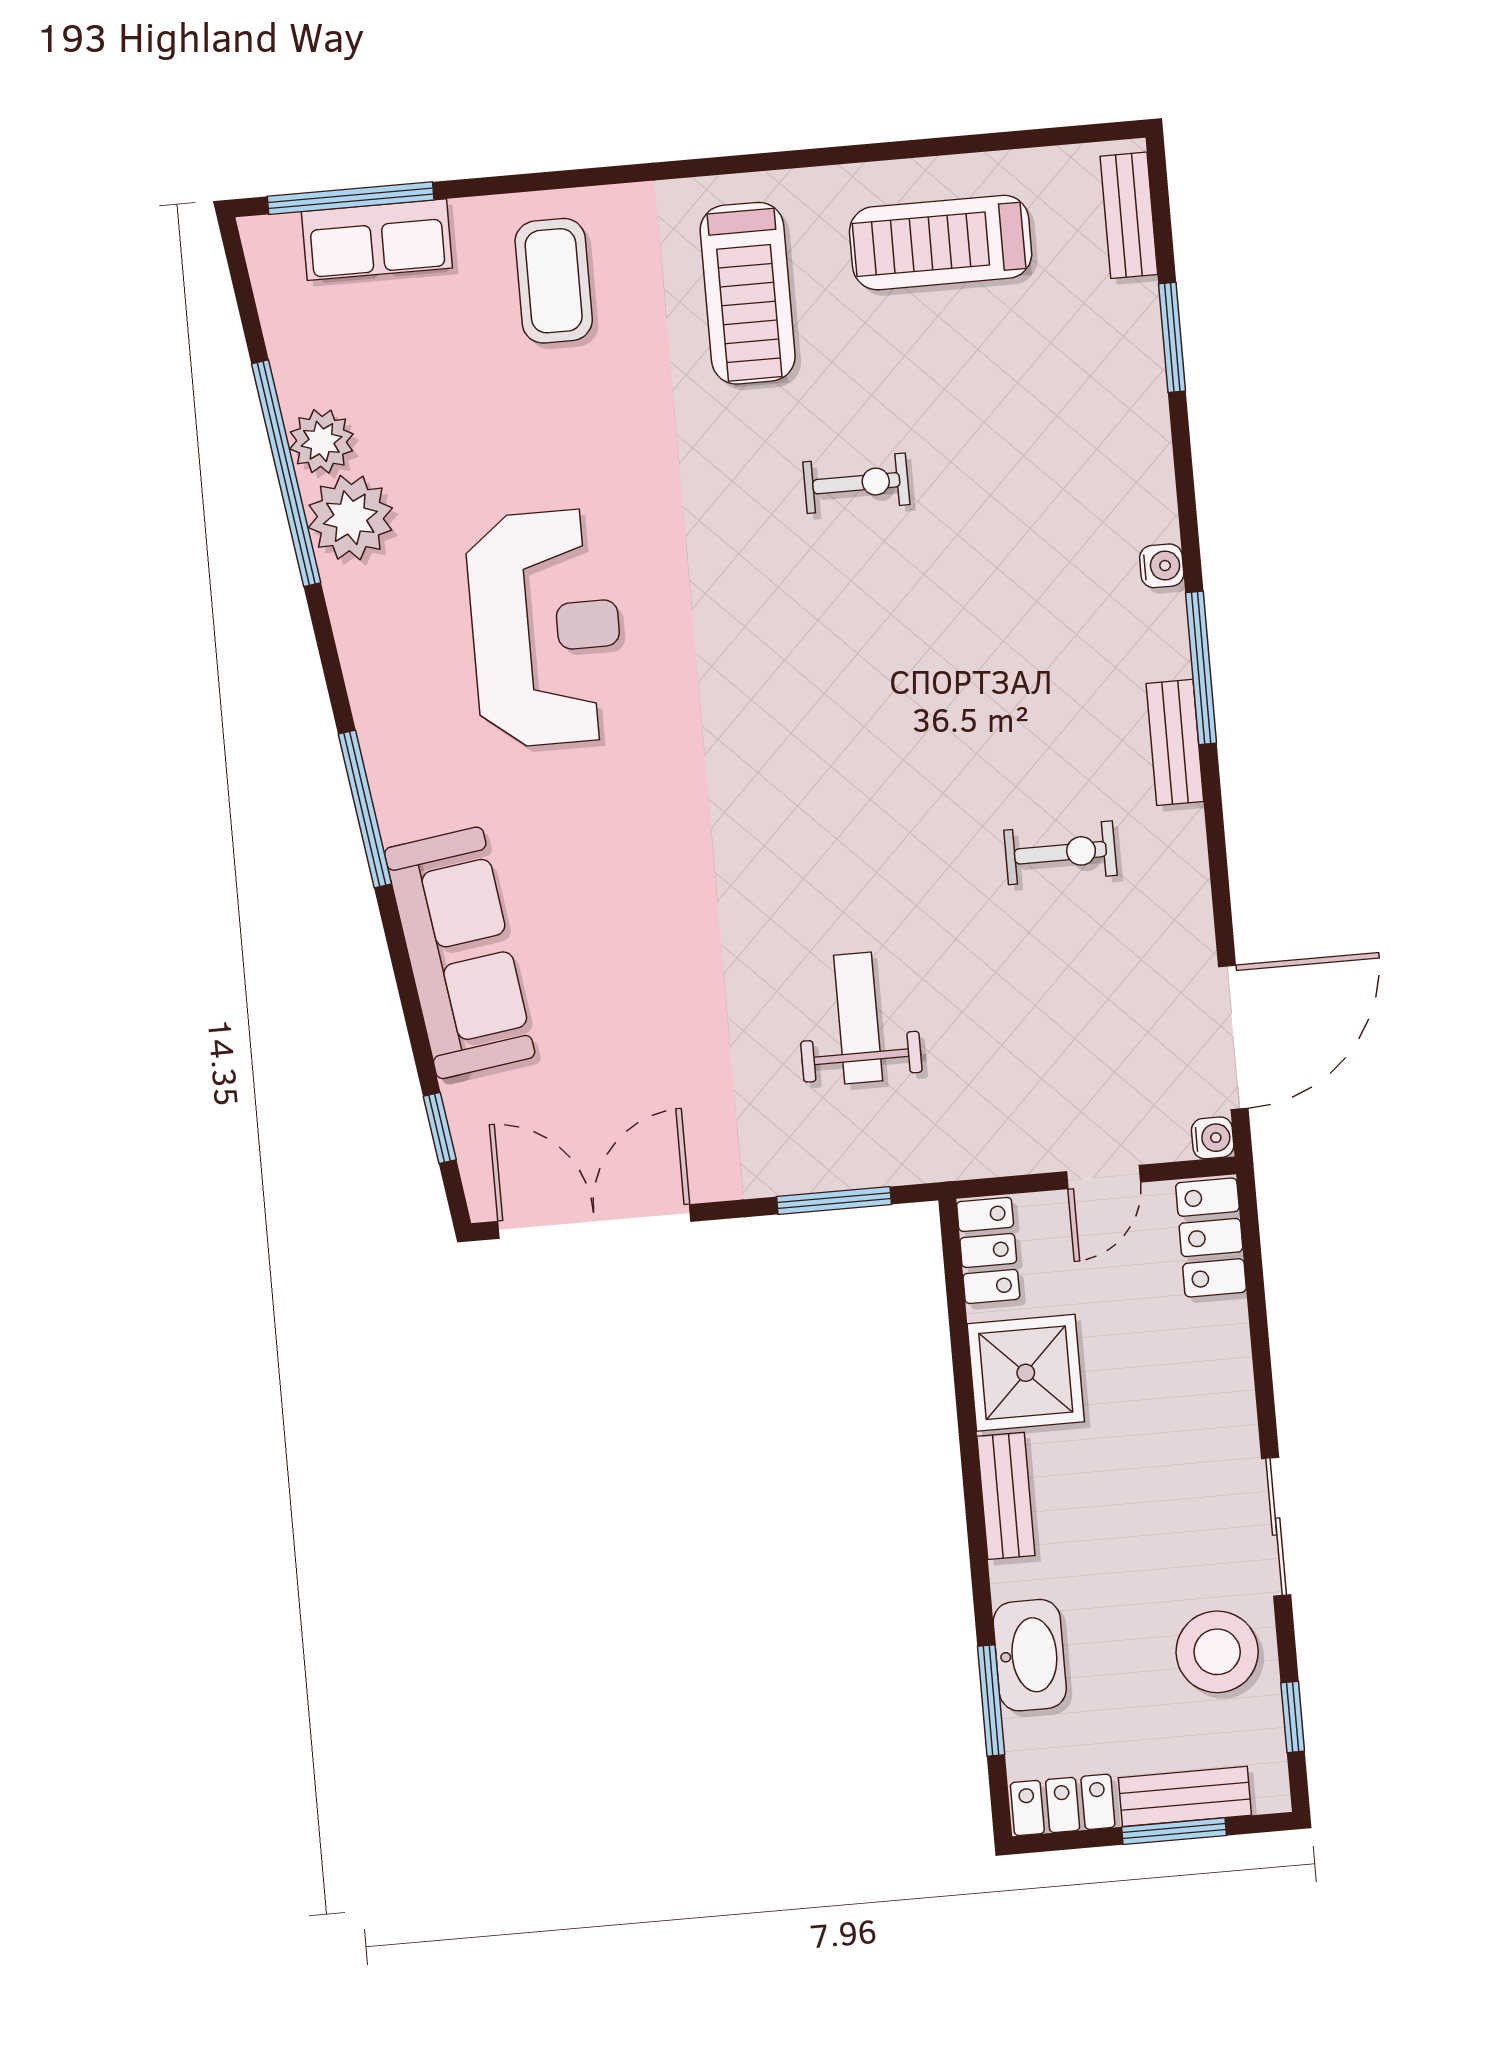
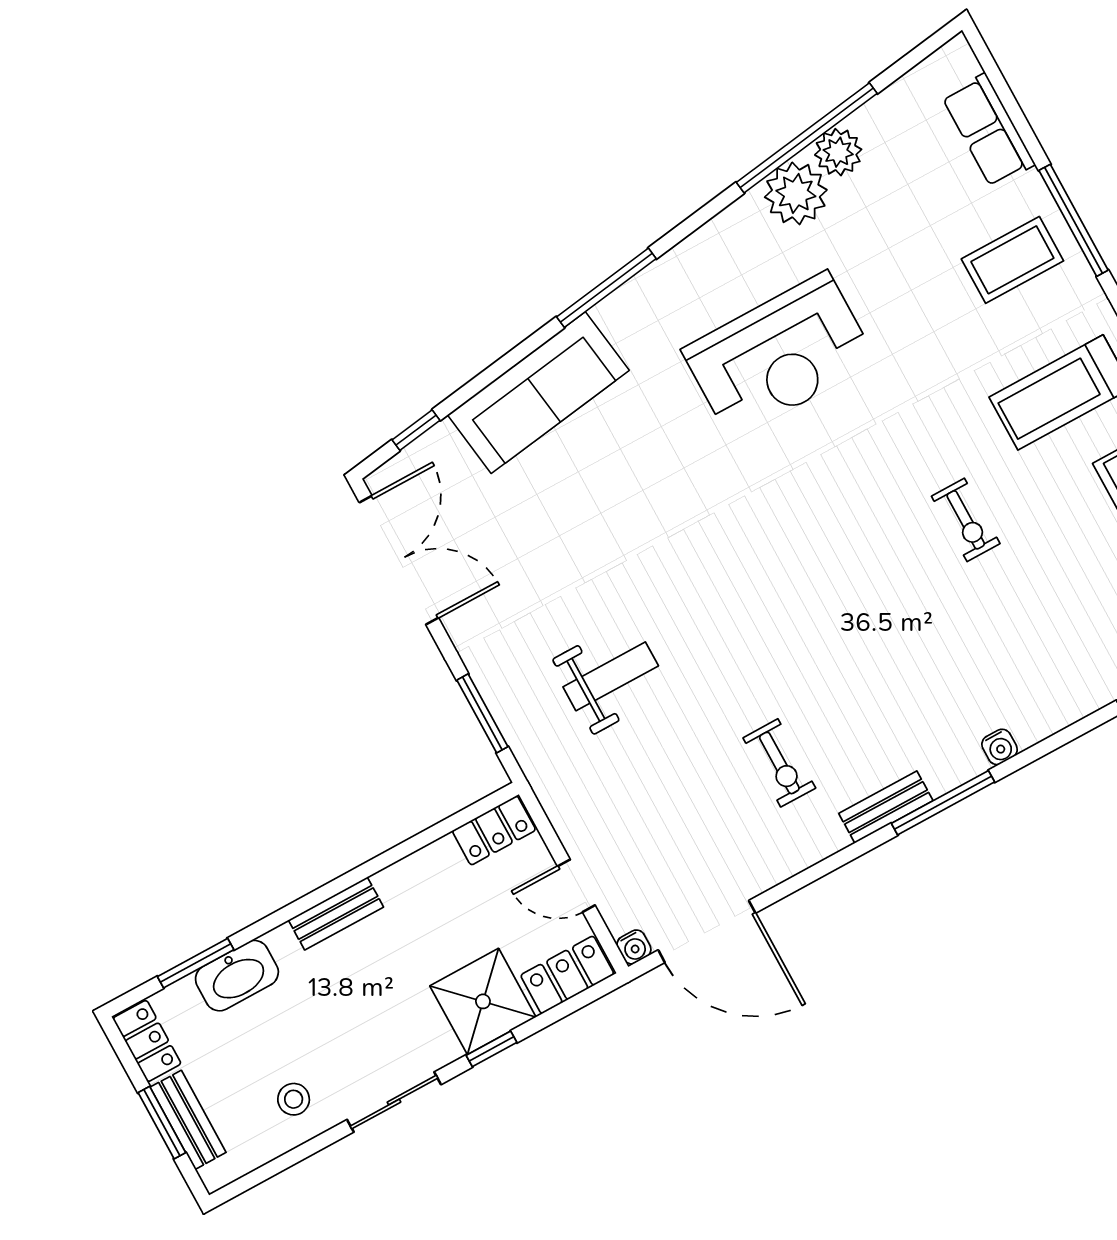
window: (351, 198) -> (1074, 220), moved
shower: (1026, 1373) -> (483, 1001), moved
stool: (1217, 1652) -> (294, 1099), width x0.53, depth x0.53
window: (1293, 1717) -> (492, 1049), moved

